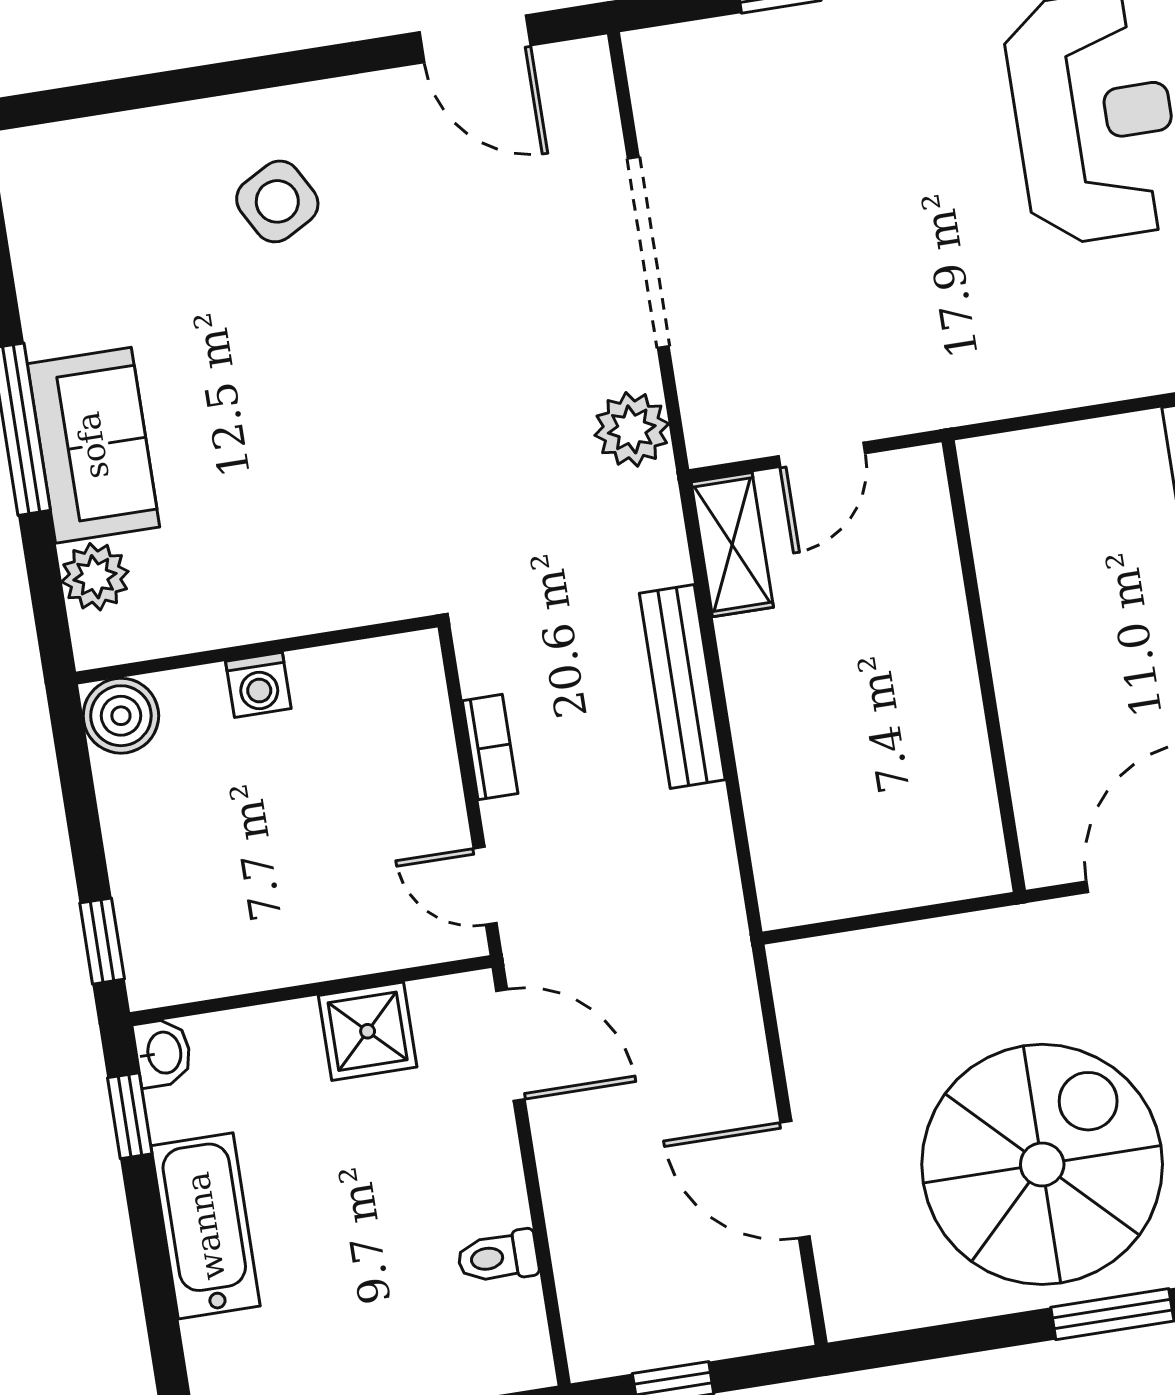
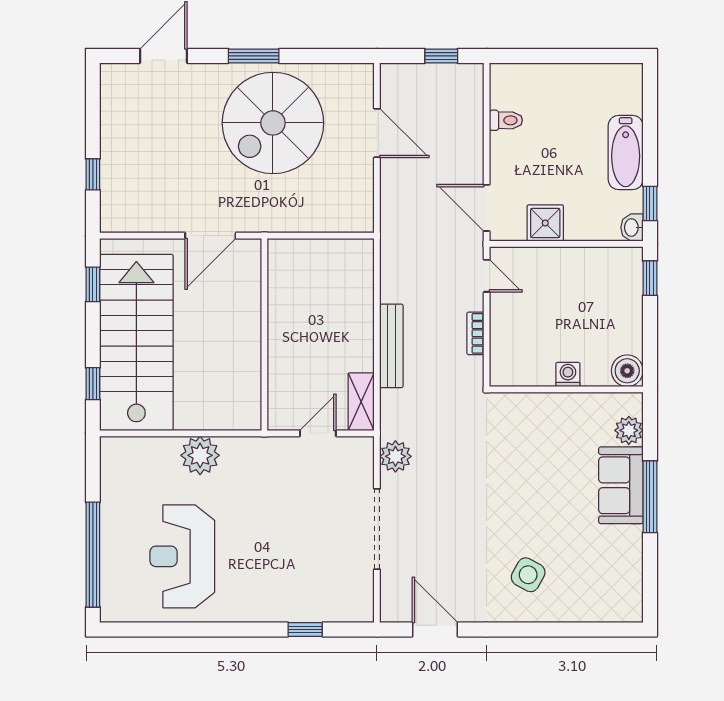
side table: (277, 201) -> (528, 575), turned -32
plant: (1090, 359) -> (200, 455), added

